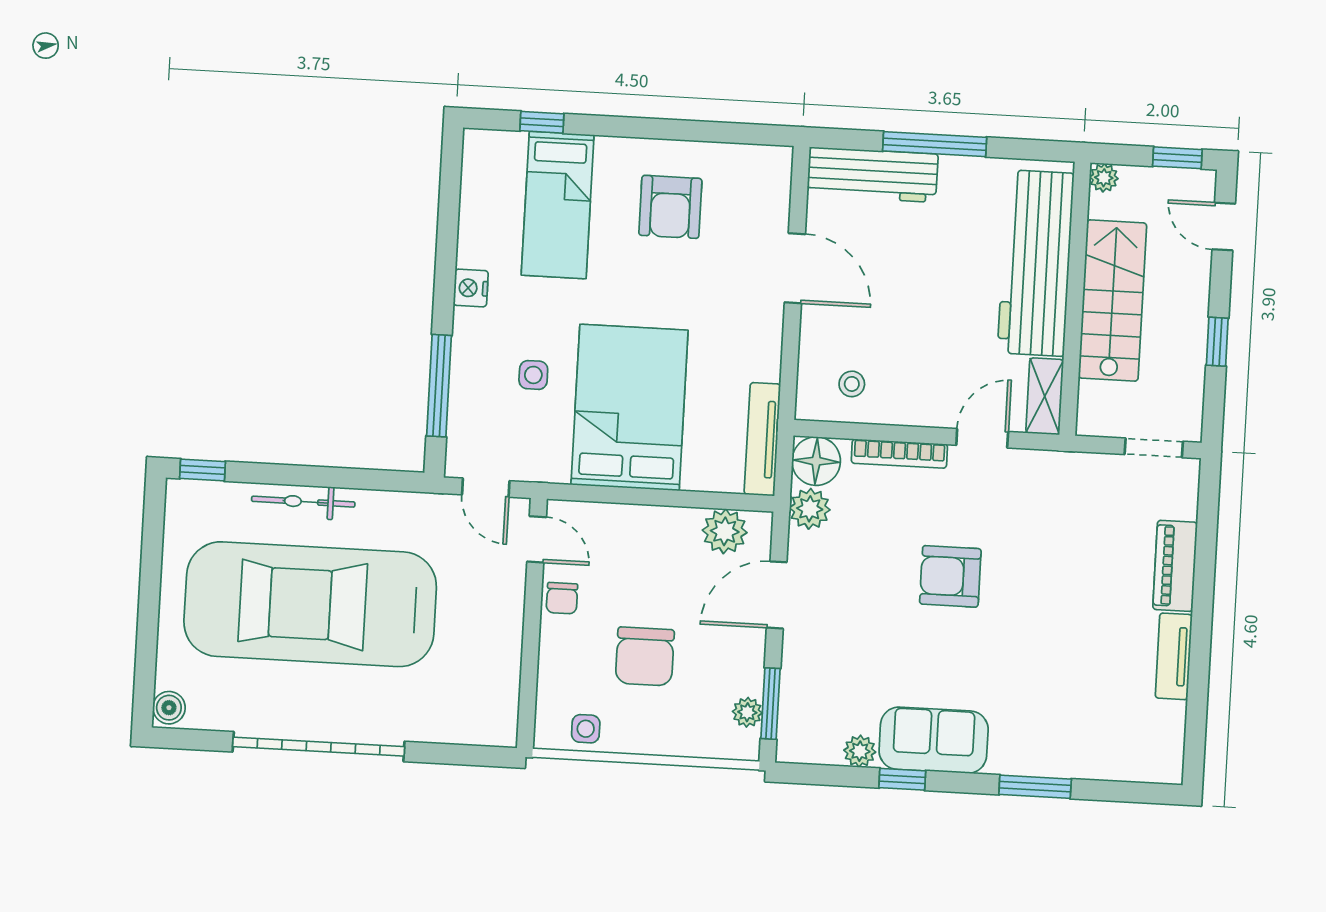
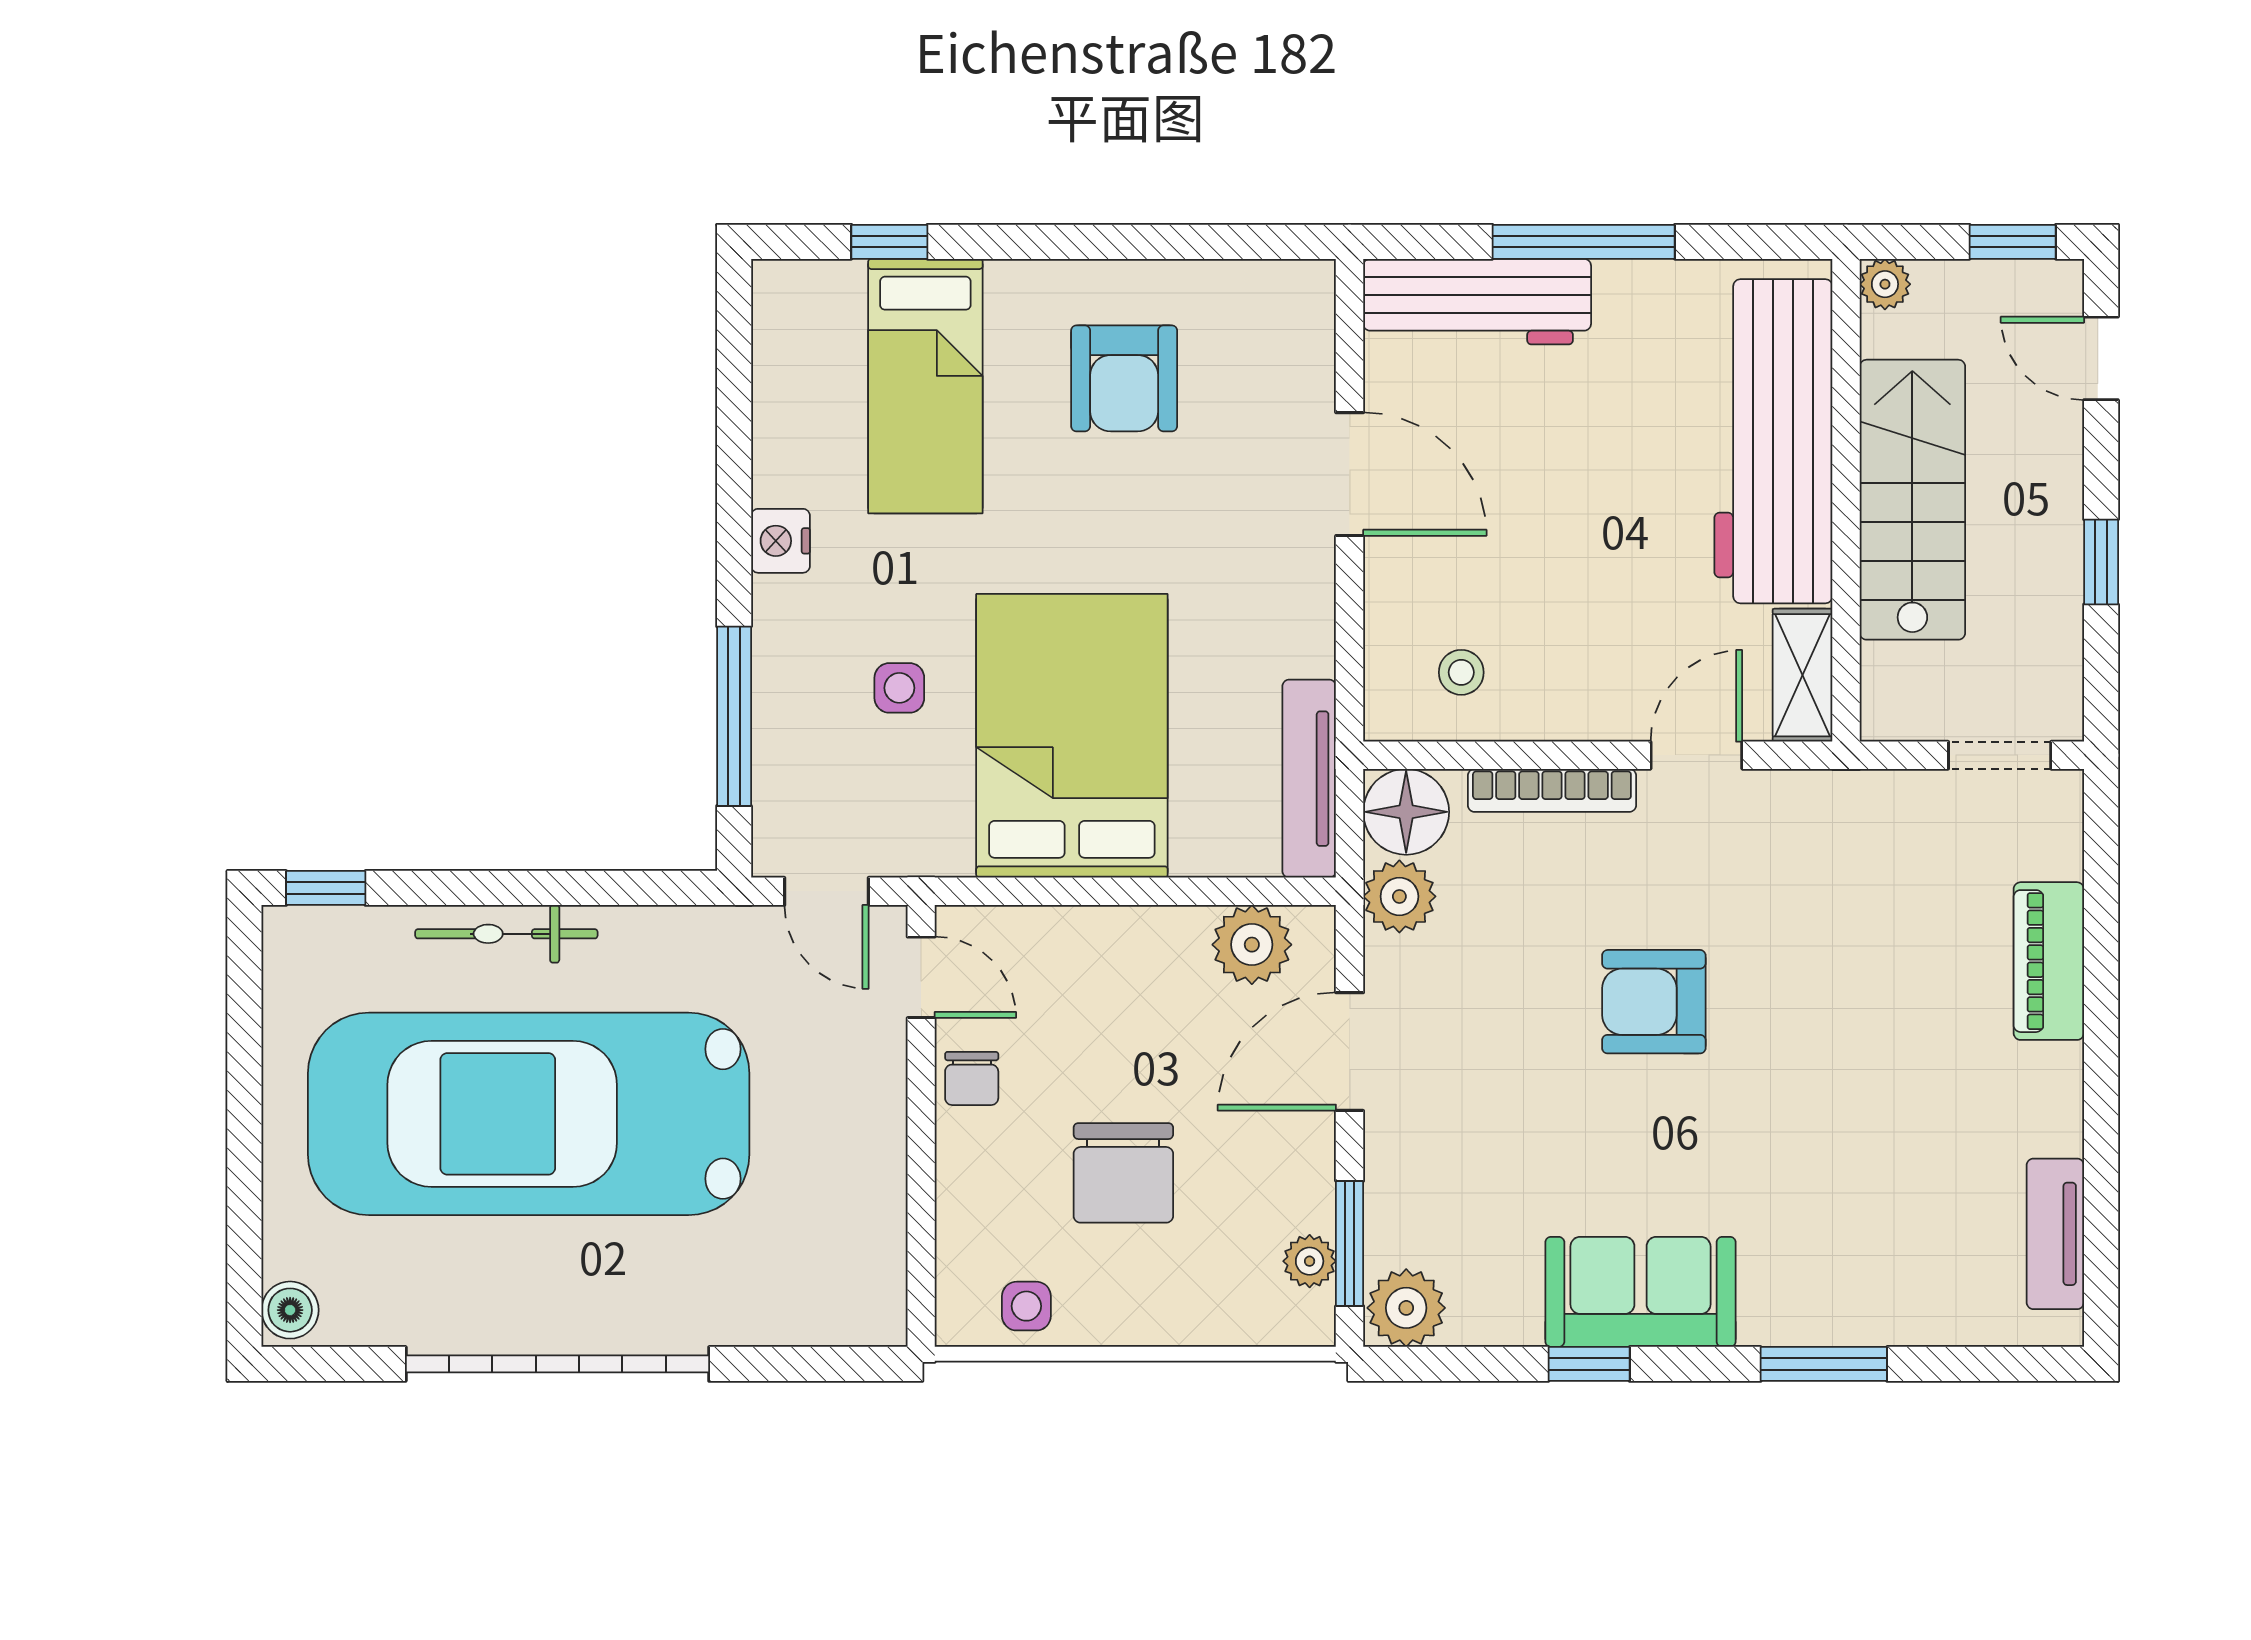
tv unit: (1174, 656) -> (2055, 1234), moved
plant: (860, 751) -> (1406, 1308), moved, width x1.38, depth x1.38

